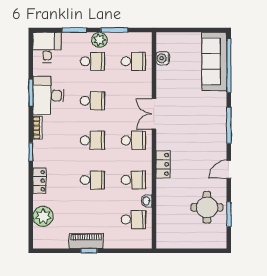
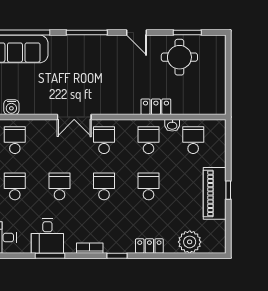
desk: (48, 96) -> (47, 236), width x0.73
locker: (163, 164) -> (156, 107), moved
piano: (86, 241) -> (215, 193), width x1.37, depth x1.33

